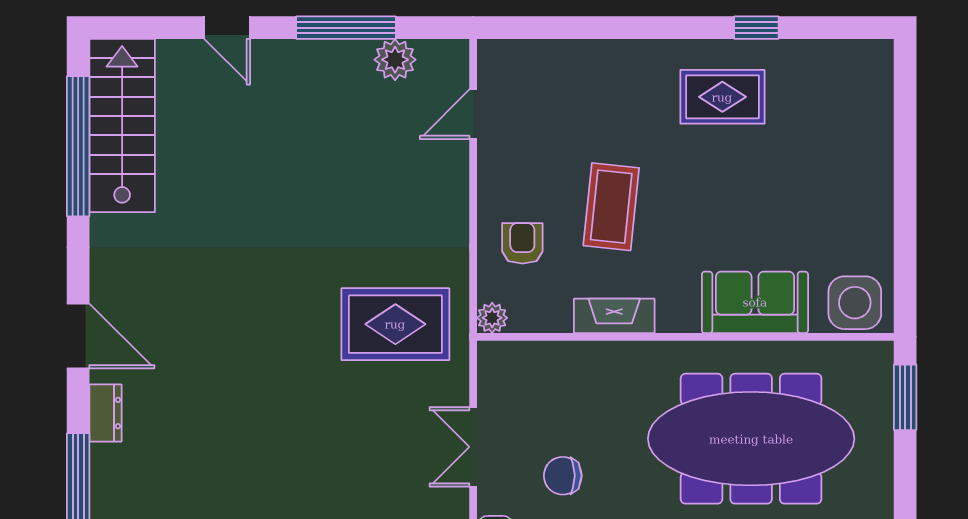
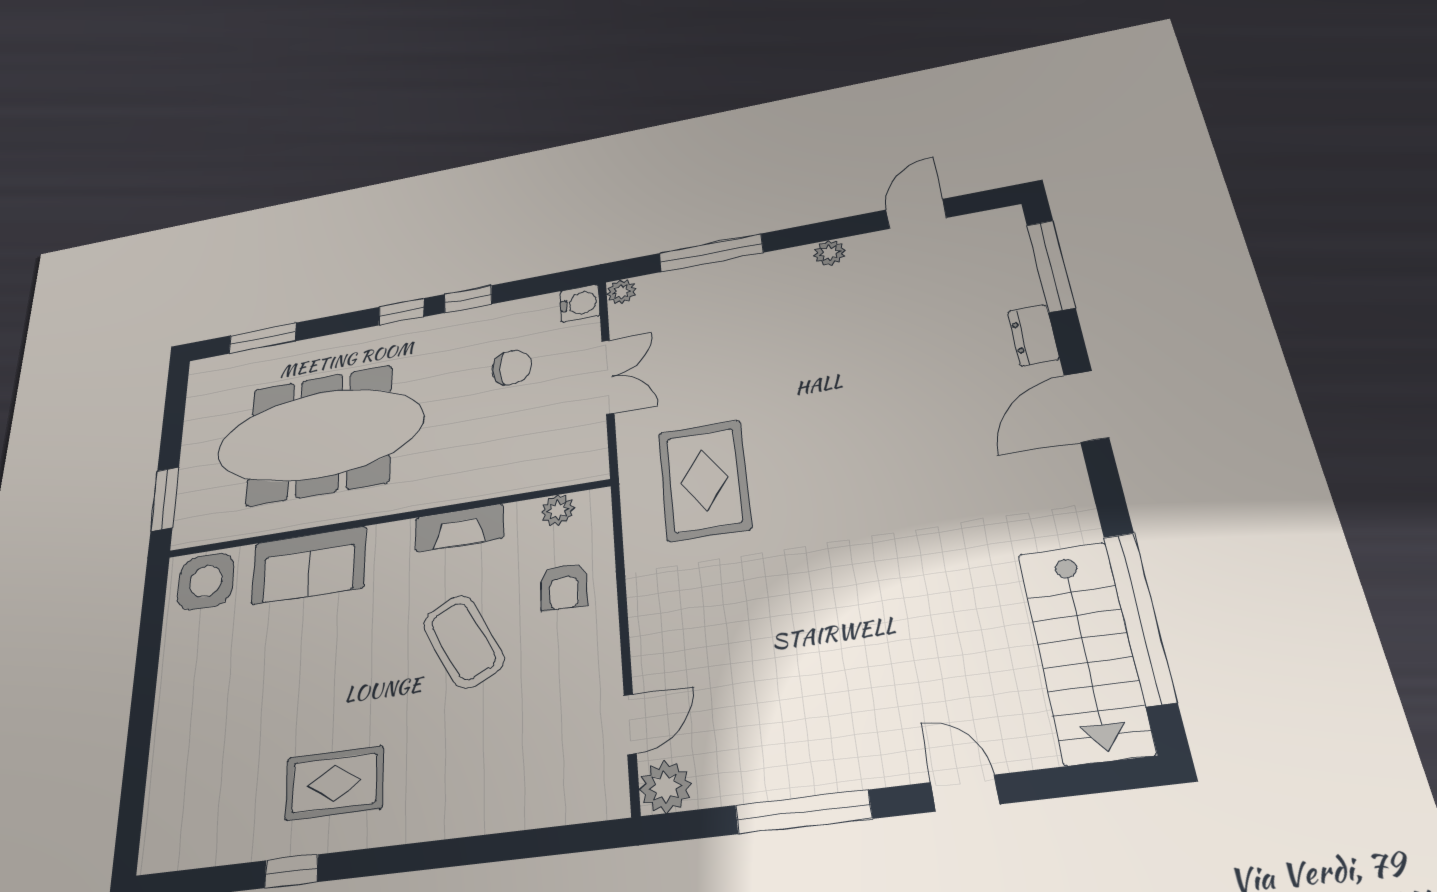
plant: (395, 60) -> (665, 787), moved
coffee table: (611, 207) -> (463, 641), turned -33
plant: (492, 318) -> (558, 510), moved
rug: (395, 324) -> (704, 480), turned 90
door: (78, 336) -> (1086, 406), hinge flipped

